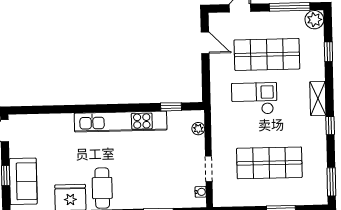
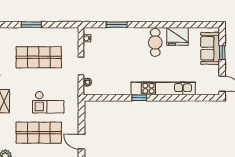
window: (171, 107) -> (139, 98), moved
kitchen unit: (121, 122) -> (163, 88), moved
doorway: (209, 169) -> (81, 66), moved

